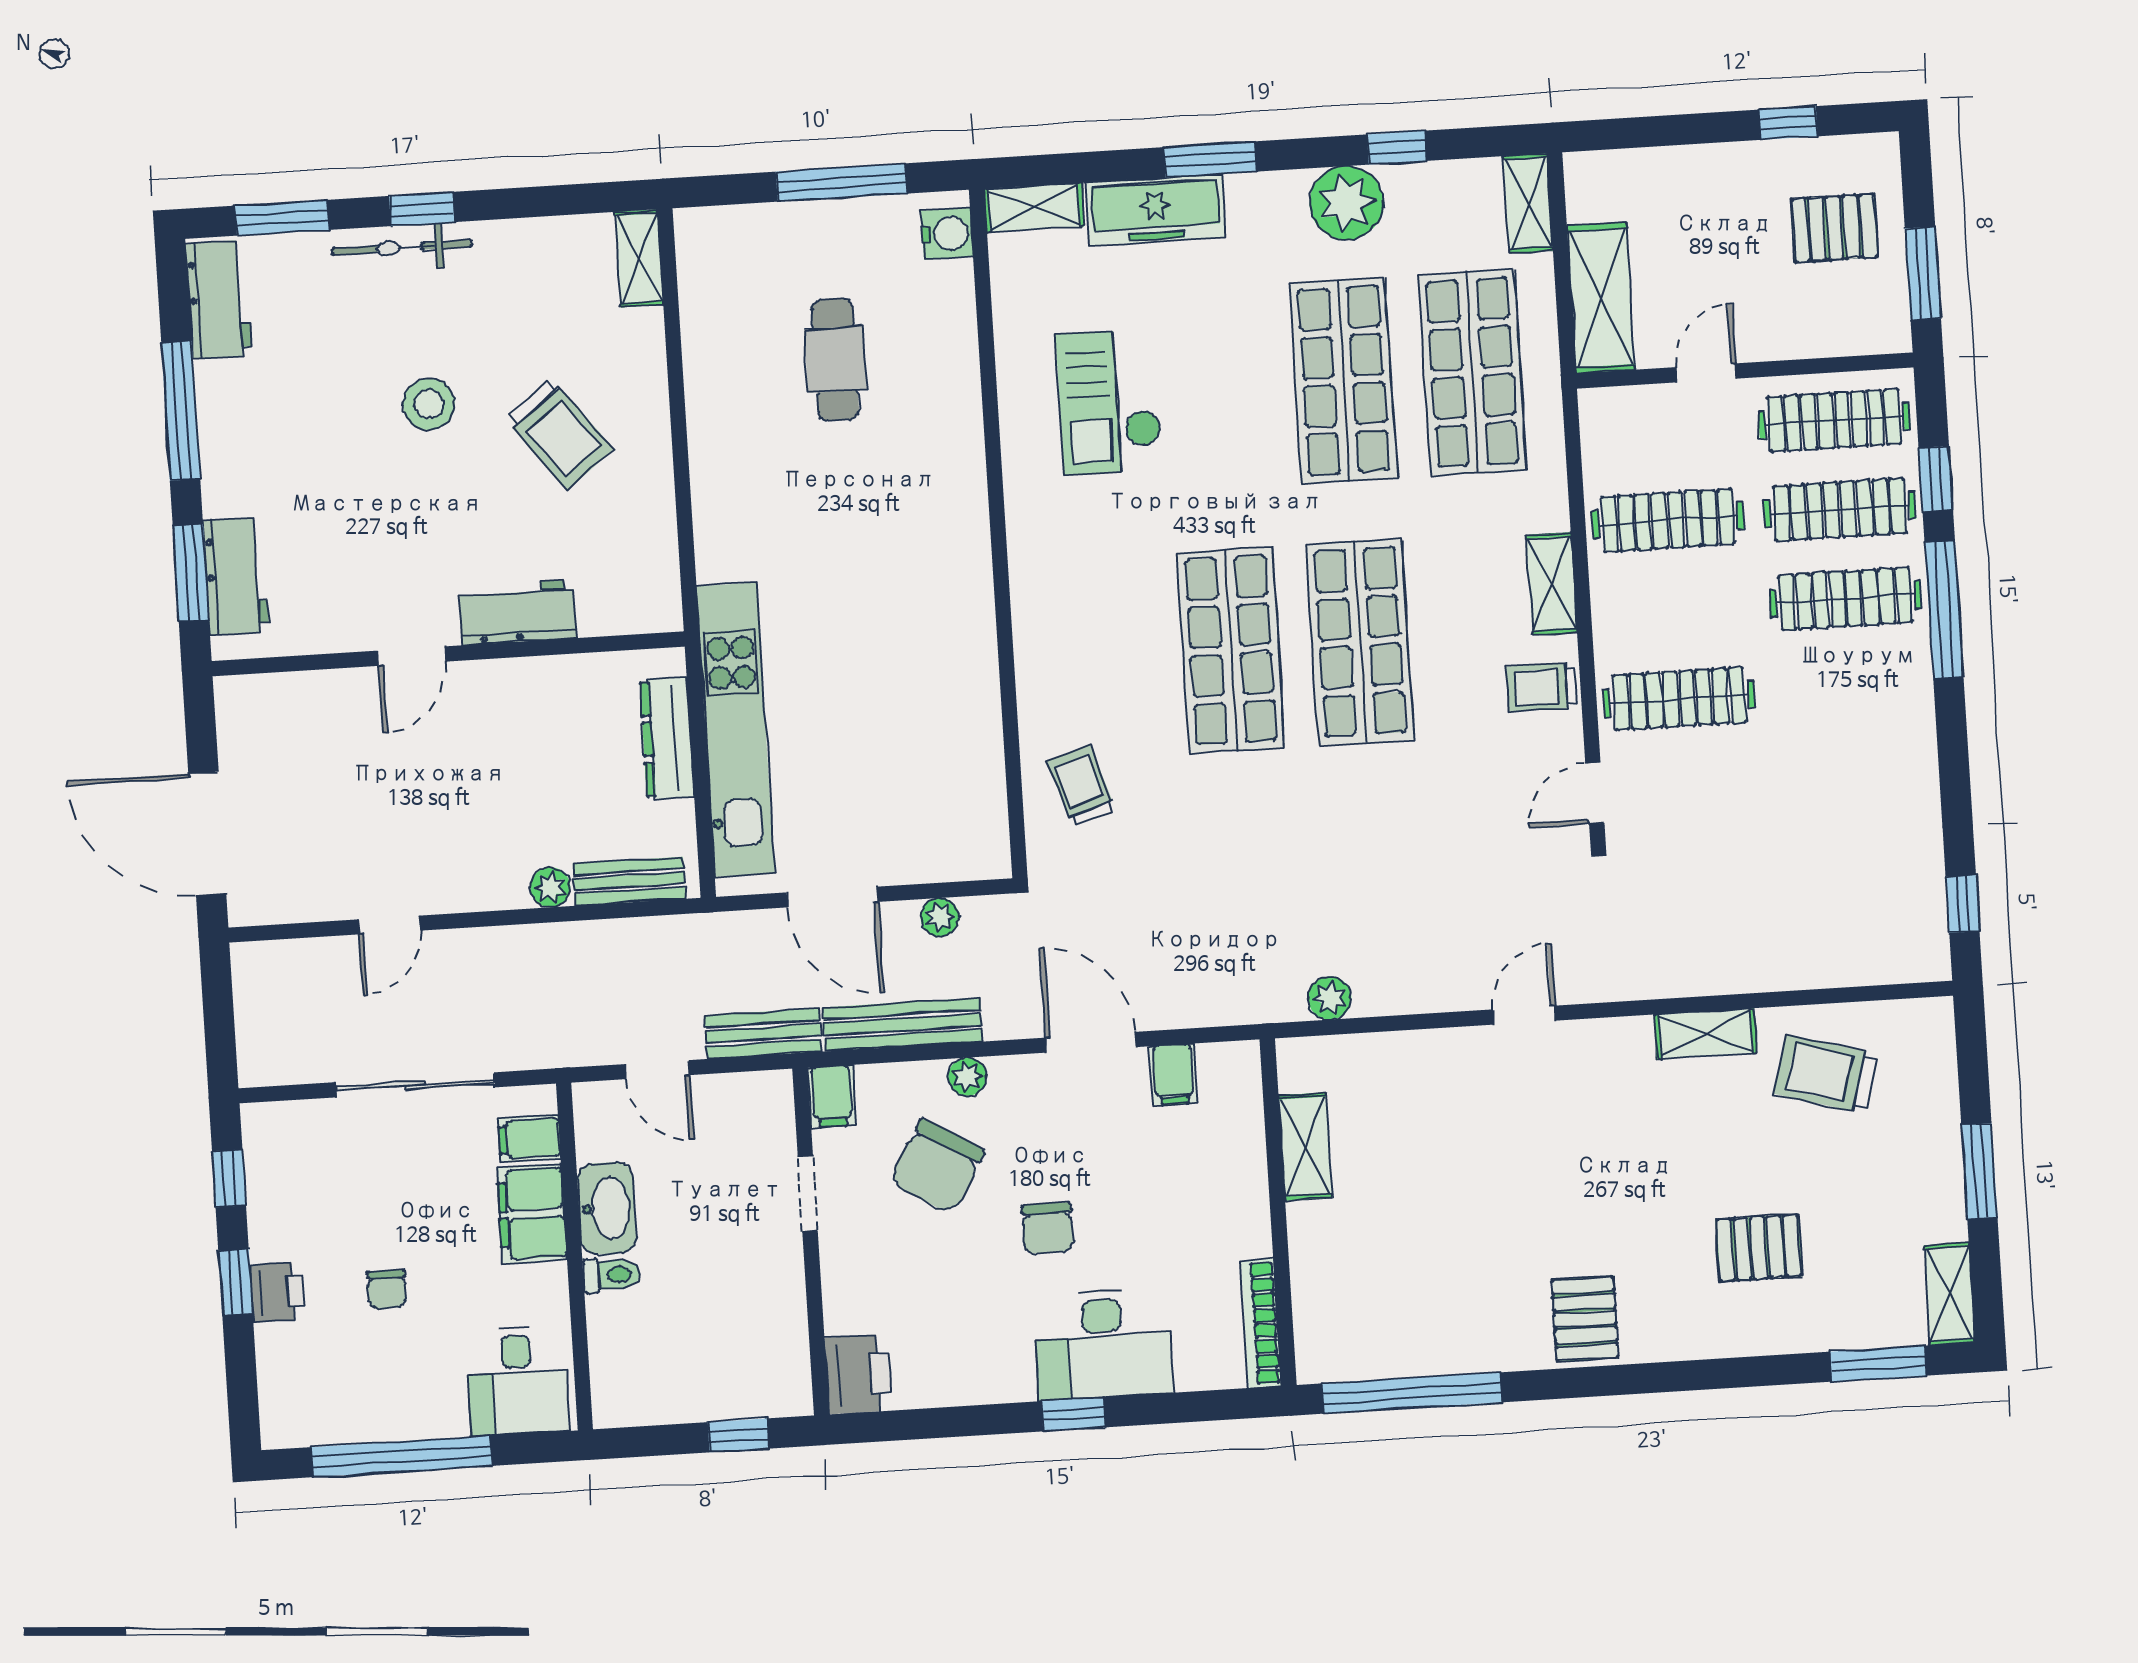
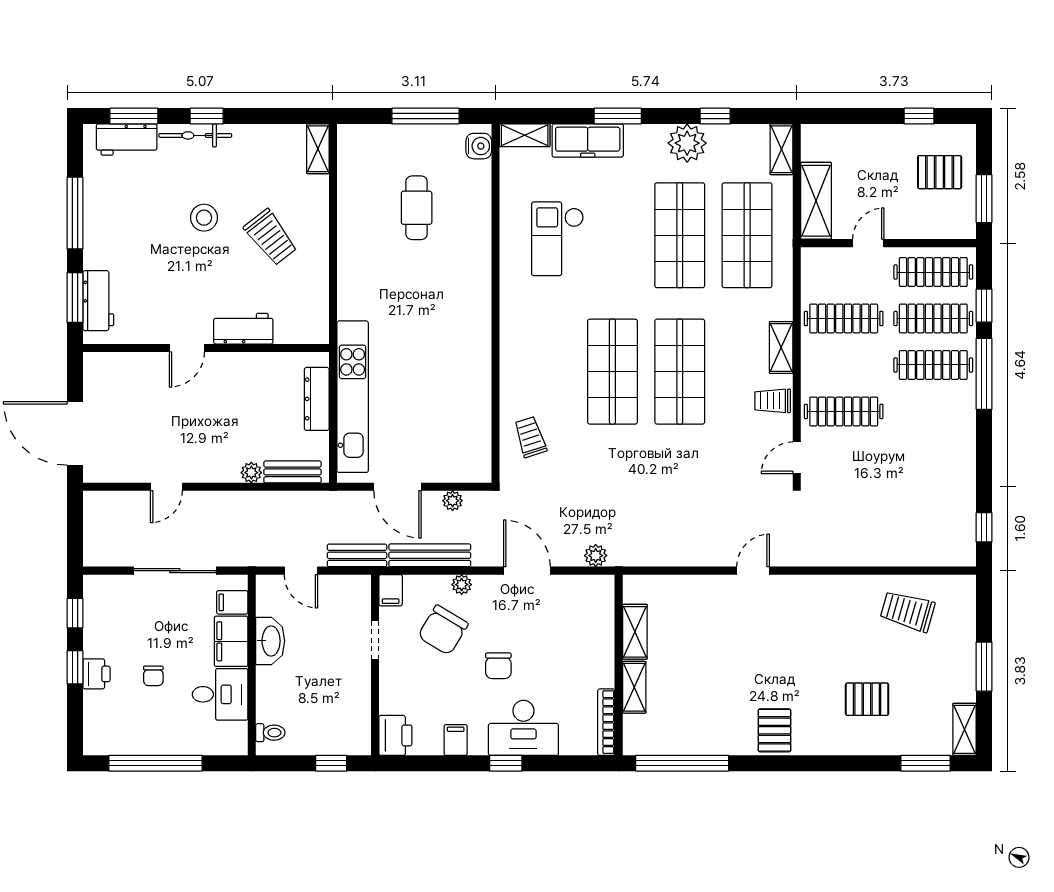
workbench: (219, 299) -> (127, 140), moved, turned 90
plant: (1330, 998) -> (596, 556), moved
shelving: (1705, 1034) -> (634, 687), moved, turned 90
filing cabinet: (1173, 1074) -> (456, 740), moved, turned 180
toilet: (611, 1275) -> (270, 733), moved
desk: (518, 1381) -> (220, 694), moved, turned -90

